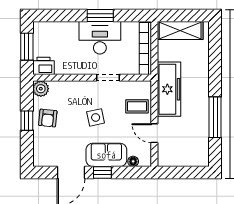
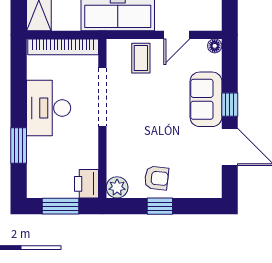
window: (100, 15) -> (19, 146), moved
doorway: (108, 78) -> (102, 97), width x1.87
side table: (96, 117) -> (156, 114), removed
floor lamp: (133, 161) -> (215, 46), moved

